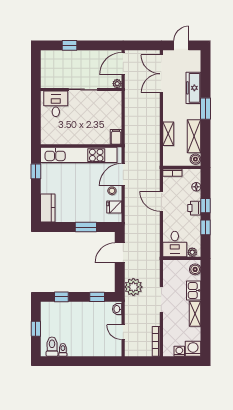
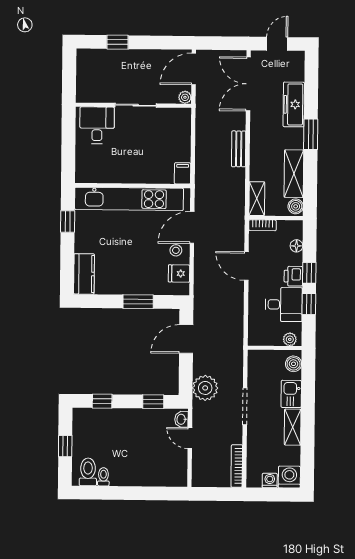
bench: (155, 119) -> (239, 149), added
shelving: (168, 134) -> (257, 199), moved
desk: (175, 244) -> (284, 304), moved, turned -90
door: (123, 332) -> (190, 438), moved

